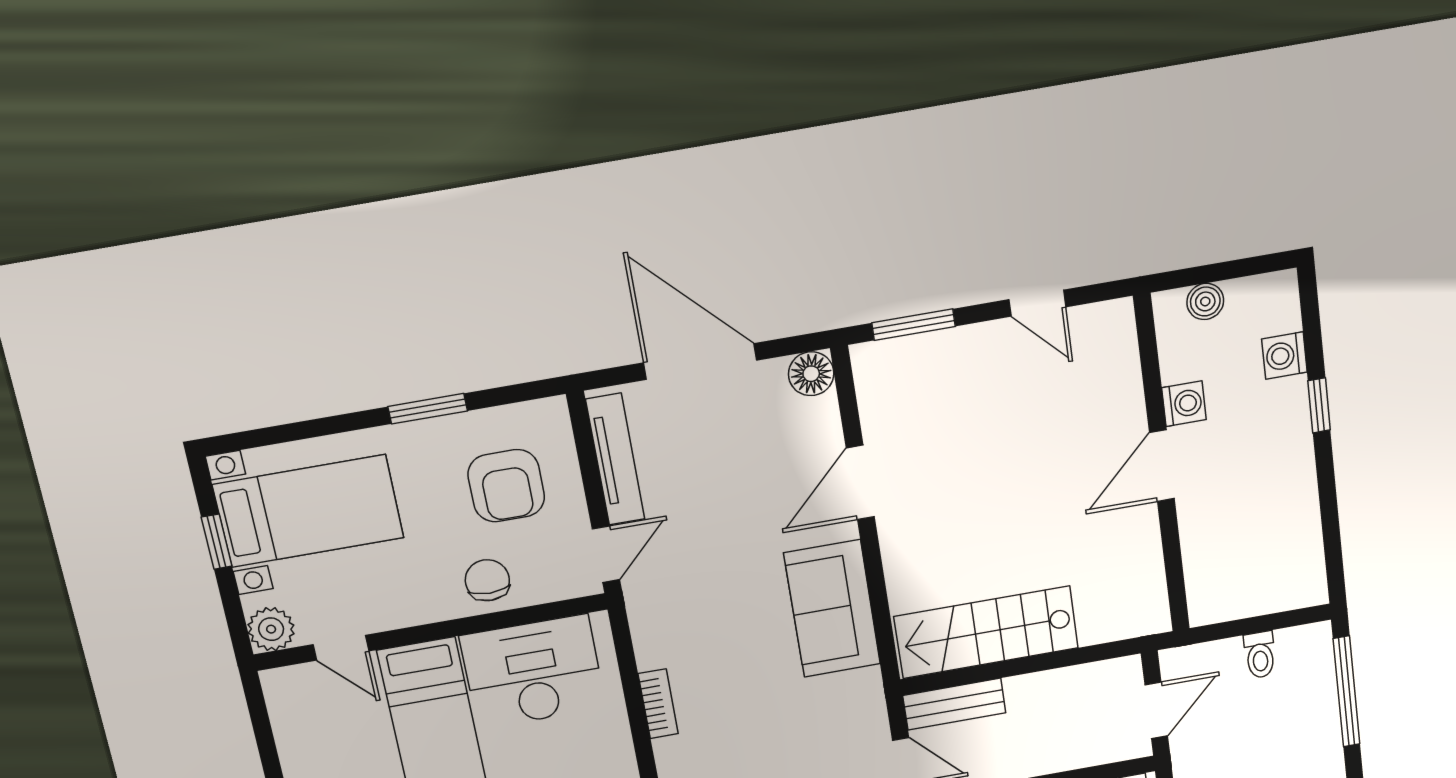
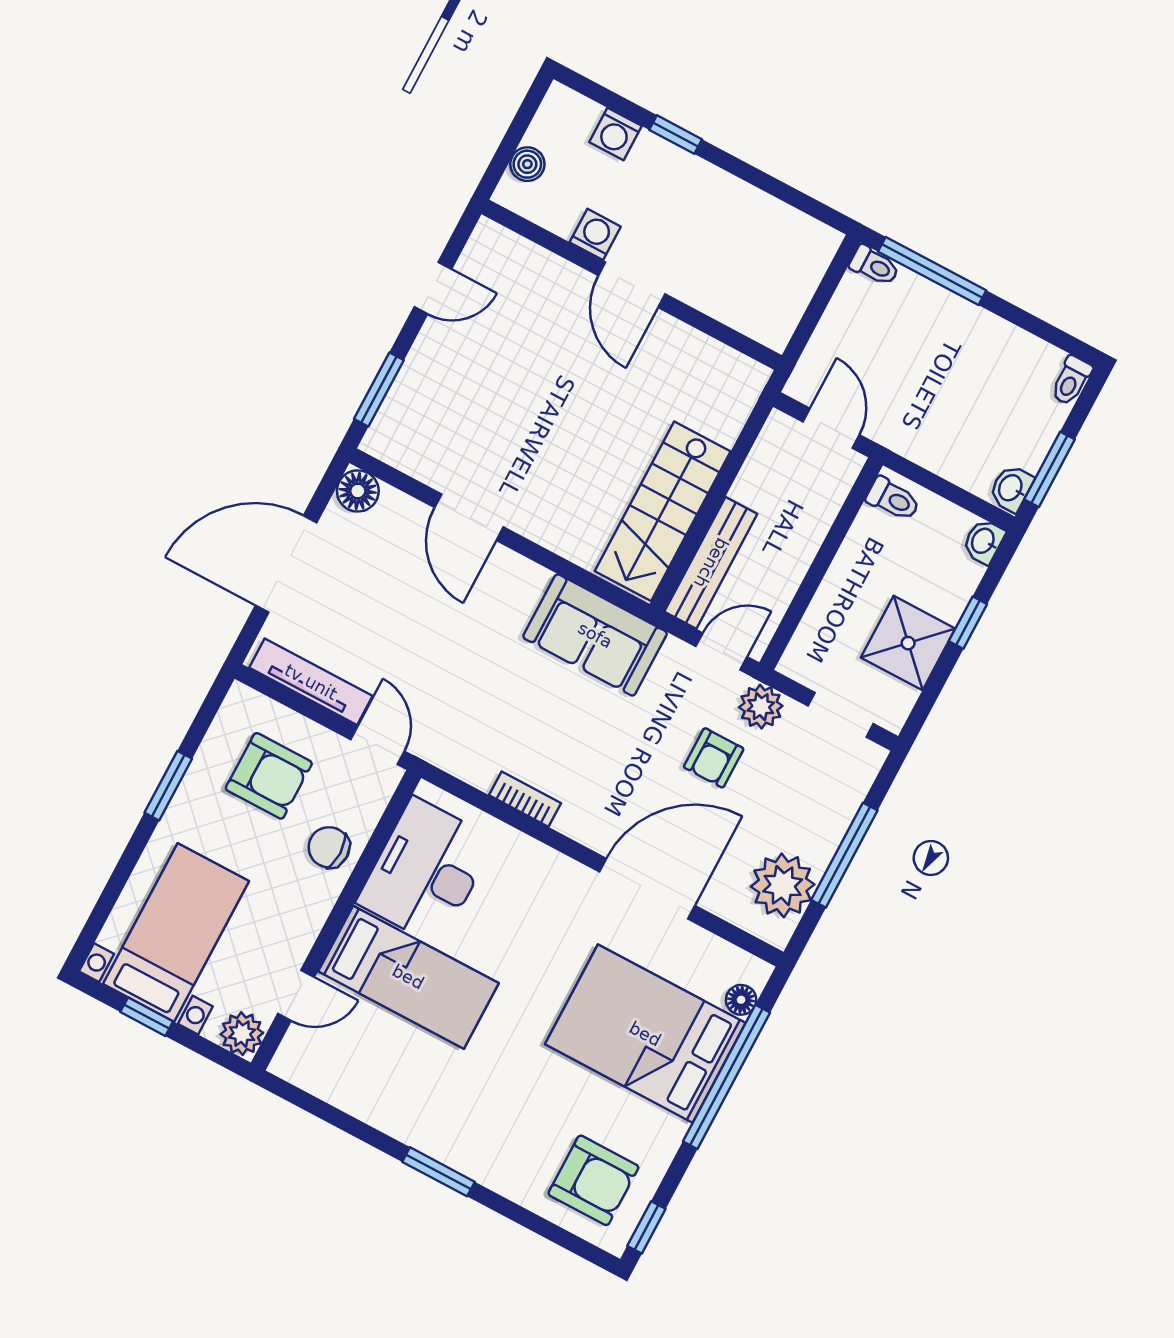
sofa: (832, 609) -> (595, 635), moved
toilet: (1260, 655) -> (874, 266), moved
bench: (954, 704) -> (711, 563), width x1.36

